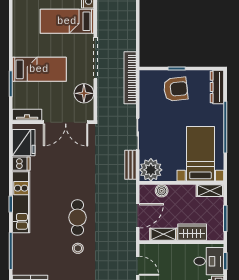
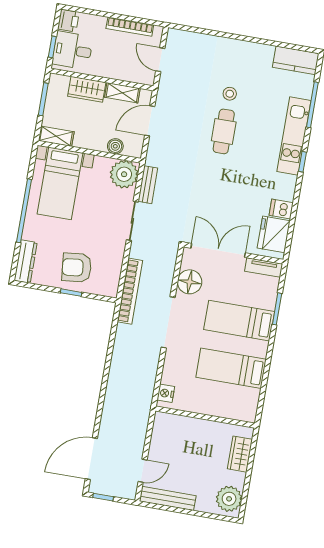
bed: (67, 21) -> (231, 368), moved, turned 180
kitchen unit: (21, 202) -> (294, 136), moved

